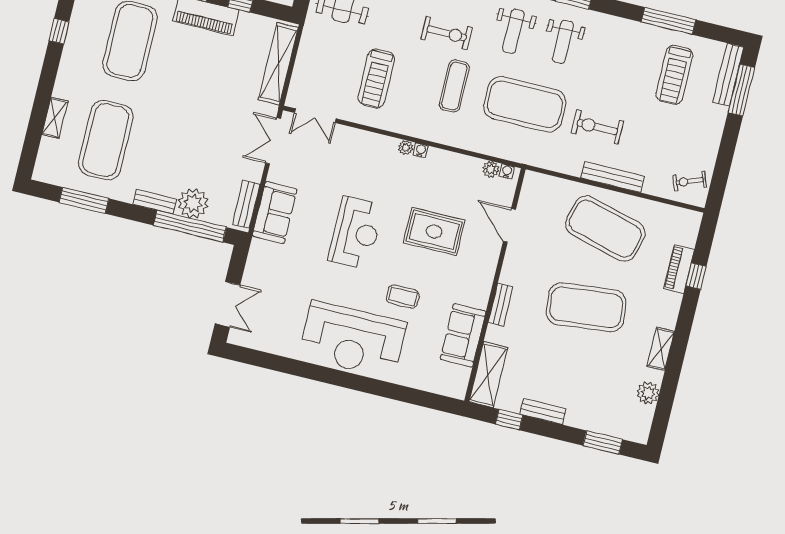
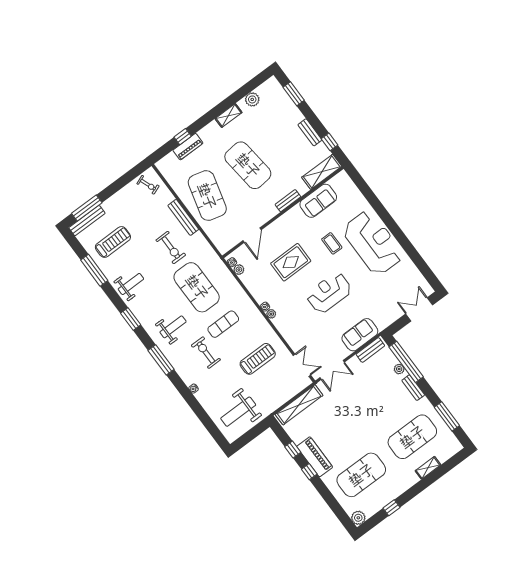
weight bench: (563, 42) -> (131, 284), moved
plant: (193, 203) -> (399, 369), width x0.53, depth x0.53
rug: (434, 231) -> (291, 262), turned 90

